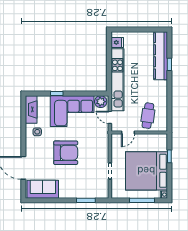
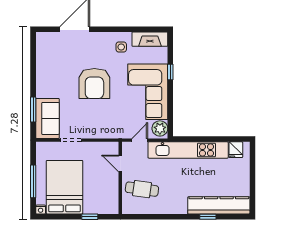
bed: (146, 171) -> (65, 187), width x0.73
sofa: (43, 189) -> (47, 118), moved

